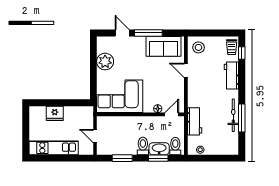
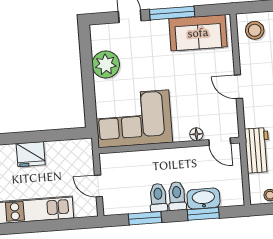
door: (186, 70) -> (238, 87), moved
door: (172, 114) -> (220, 142), swing flipped
toilet: (175, 146) -> (158, 198), moved

